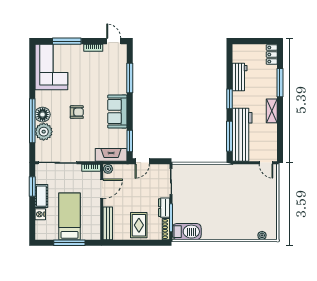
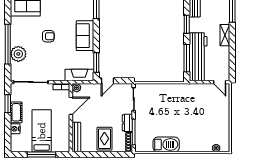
floor lamp: (43, 115) -> (17, 38), removed
barbecue: (187, 232) -> (166, 144), moved

